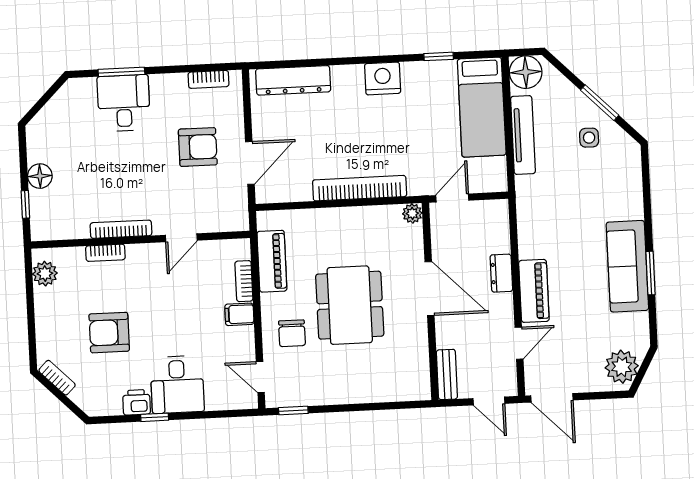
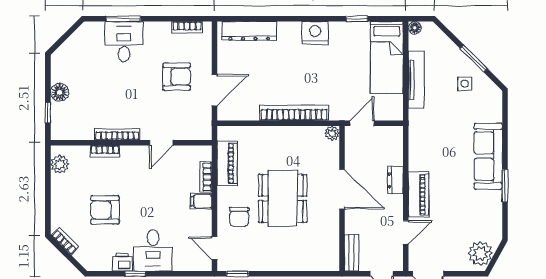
floor lamp: (526, 72) -> (415, 28), width x0.53, depth x0.53
sofa: (627, 266) -> (488, 156), moved

